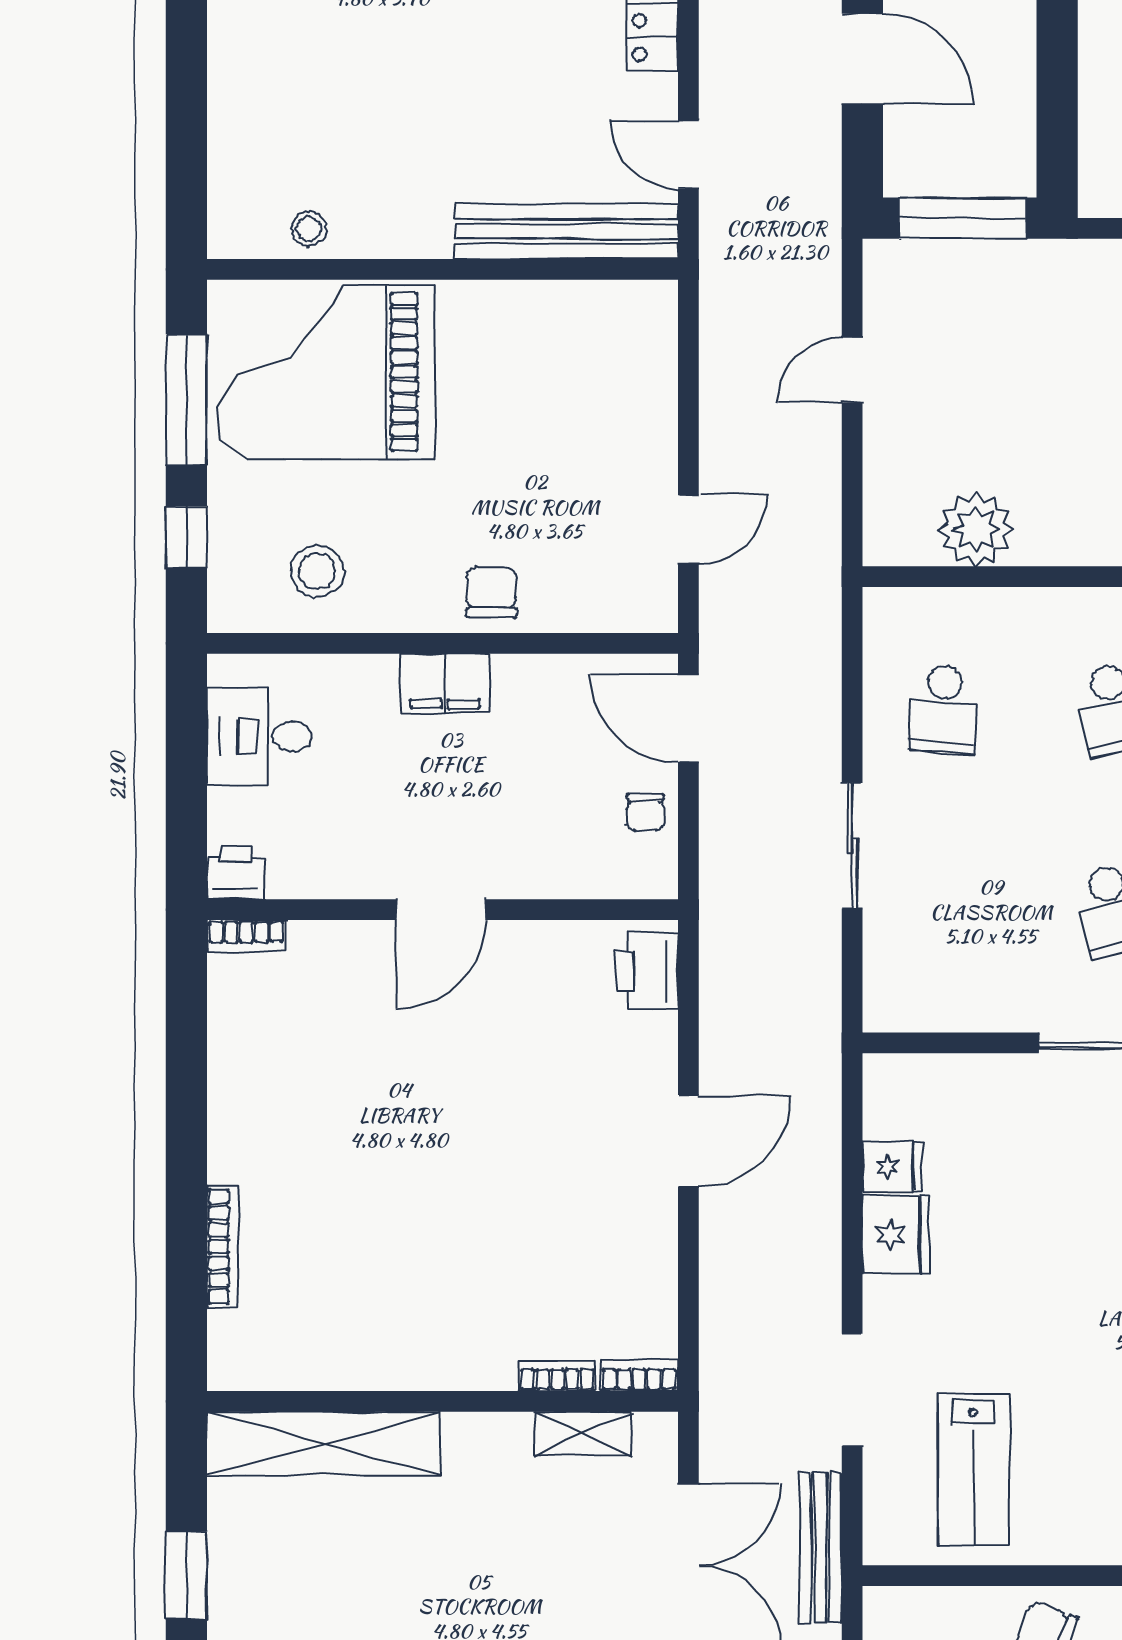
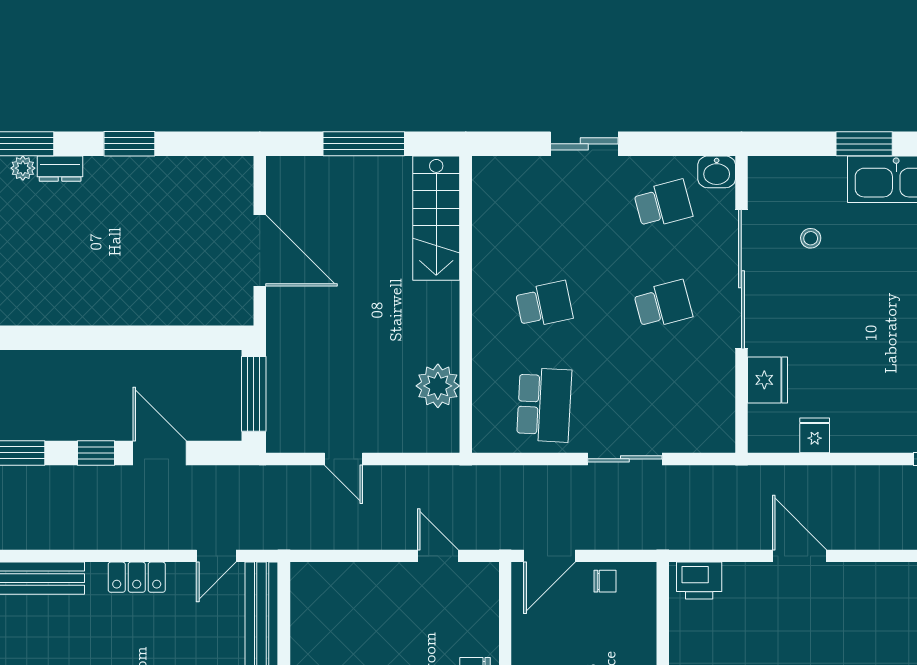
door: (862, 59) -> (160, 453), hinge flipped
school desk: (944, 709) -> (544, 405), width x1.85
fridge: (896, 1235) -> (767, 380), moved, turned 90

